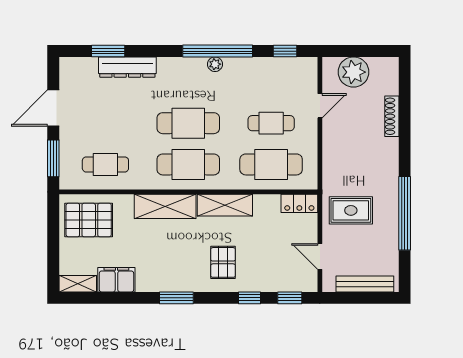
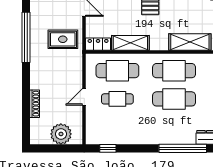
window: (218, 51) -> (183, 148), moved
plant: (215, 64) -> (156, 139), removed
door: (320, 106) -> (84, 97), moved
shelving: (225, 205) -> (130, 43), moved

